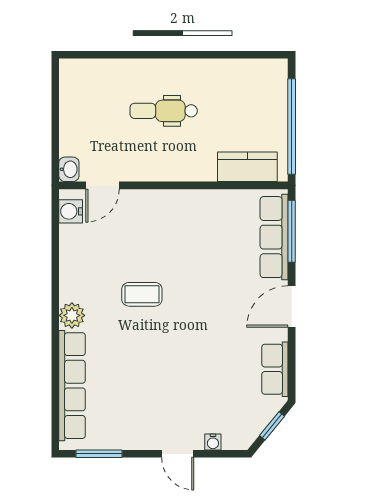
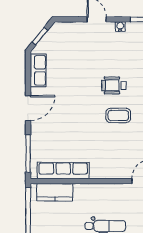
row of seats: (274, 237) -> (63, 171), moved, turned -90
wheelchair: (149, 344) -> (114, 85), added
water cooler: (213, 442) -> (120, 26), moved

